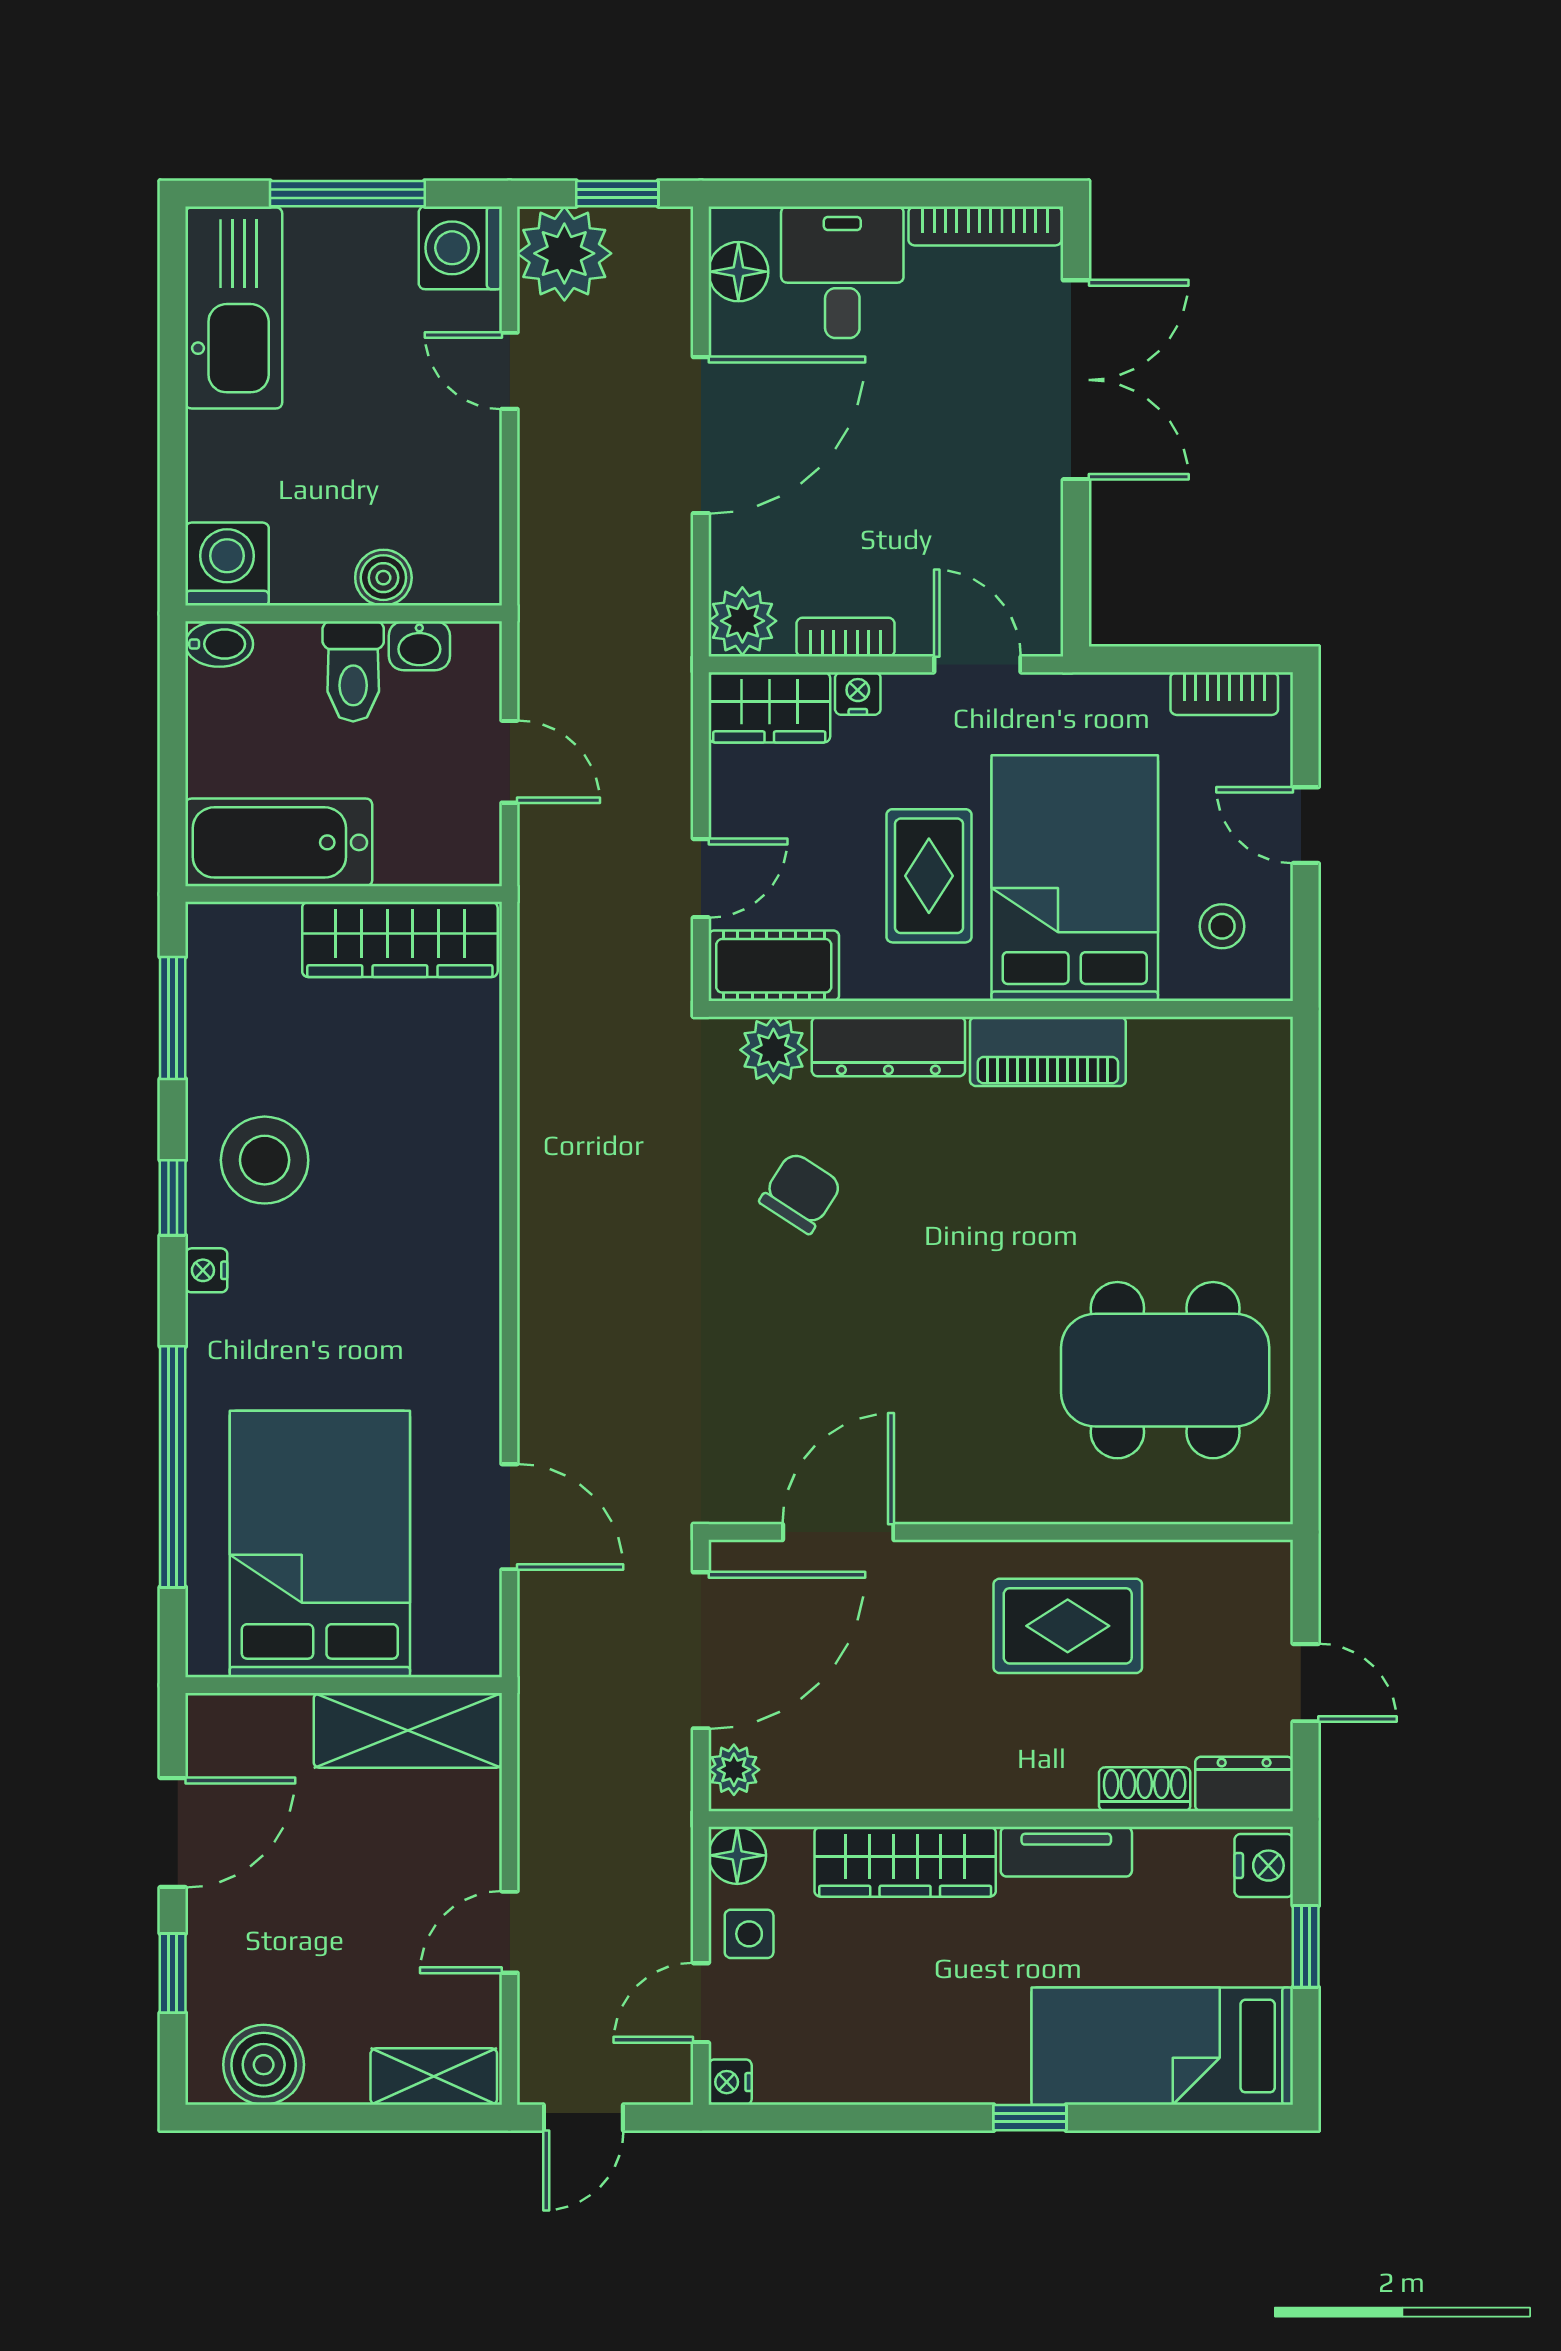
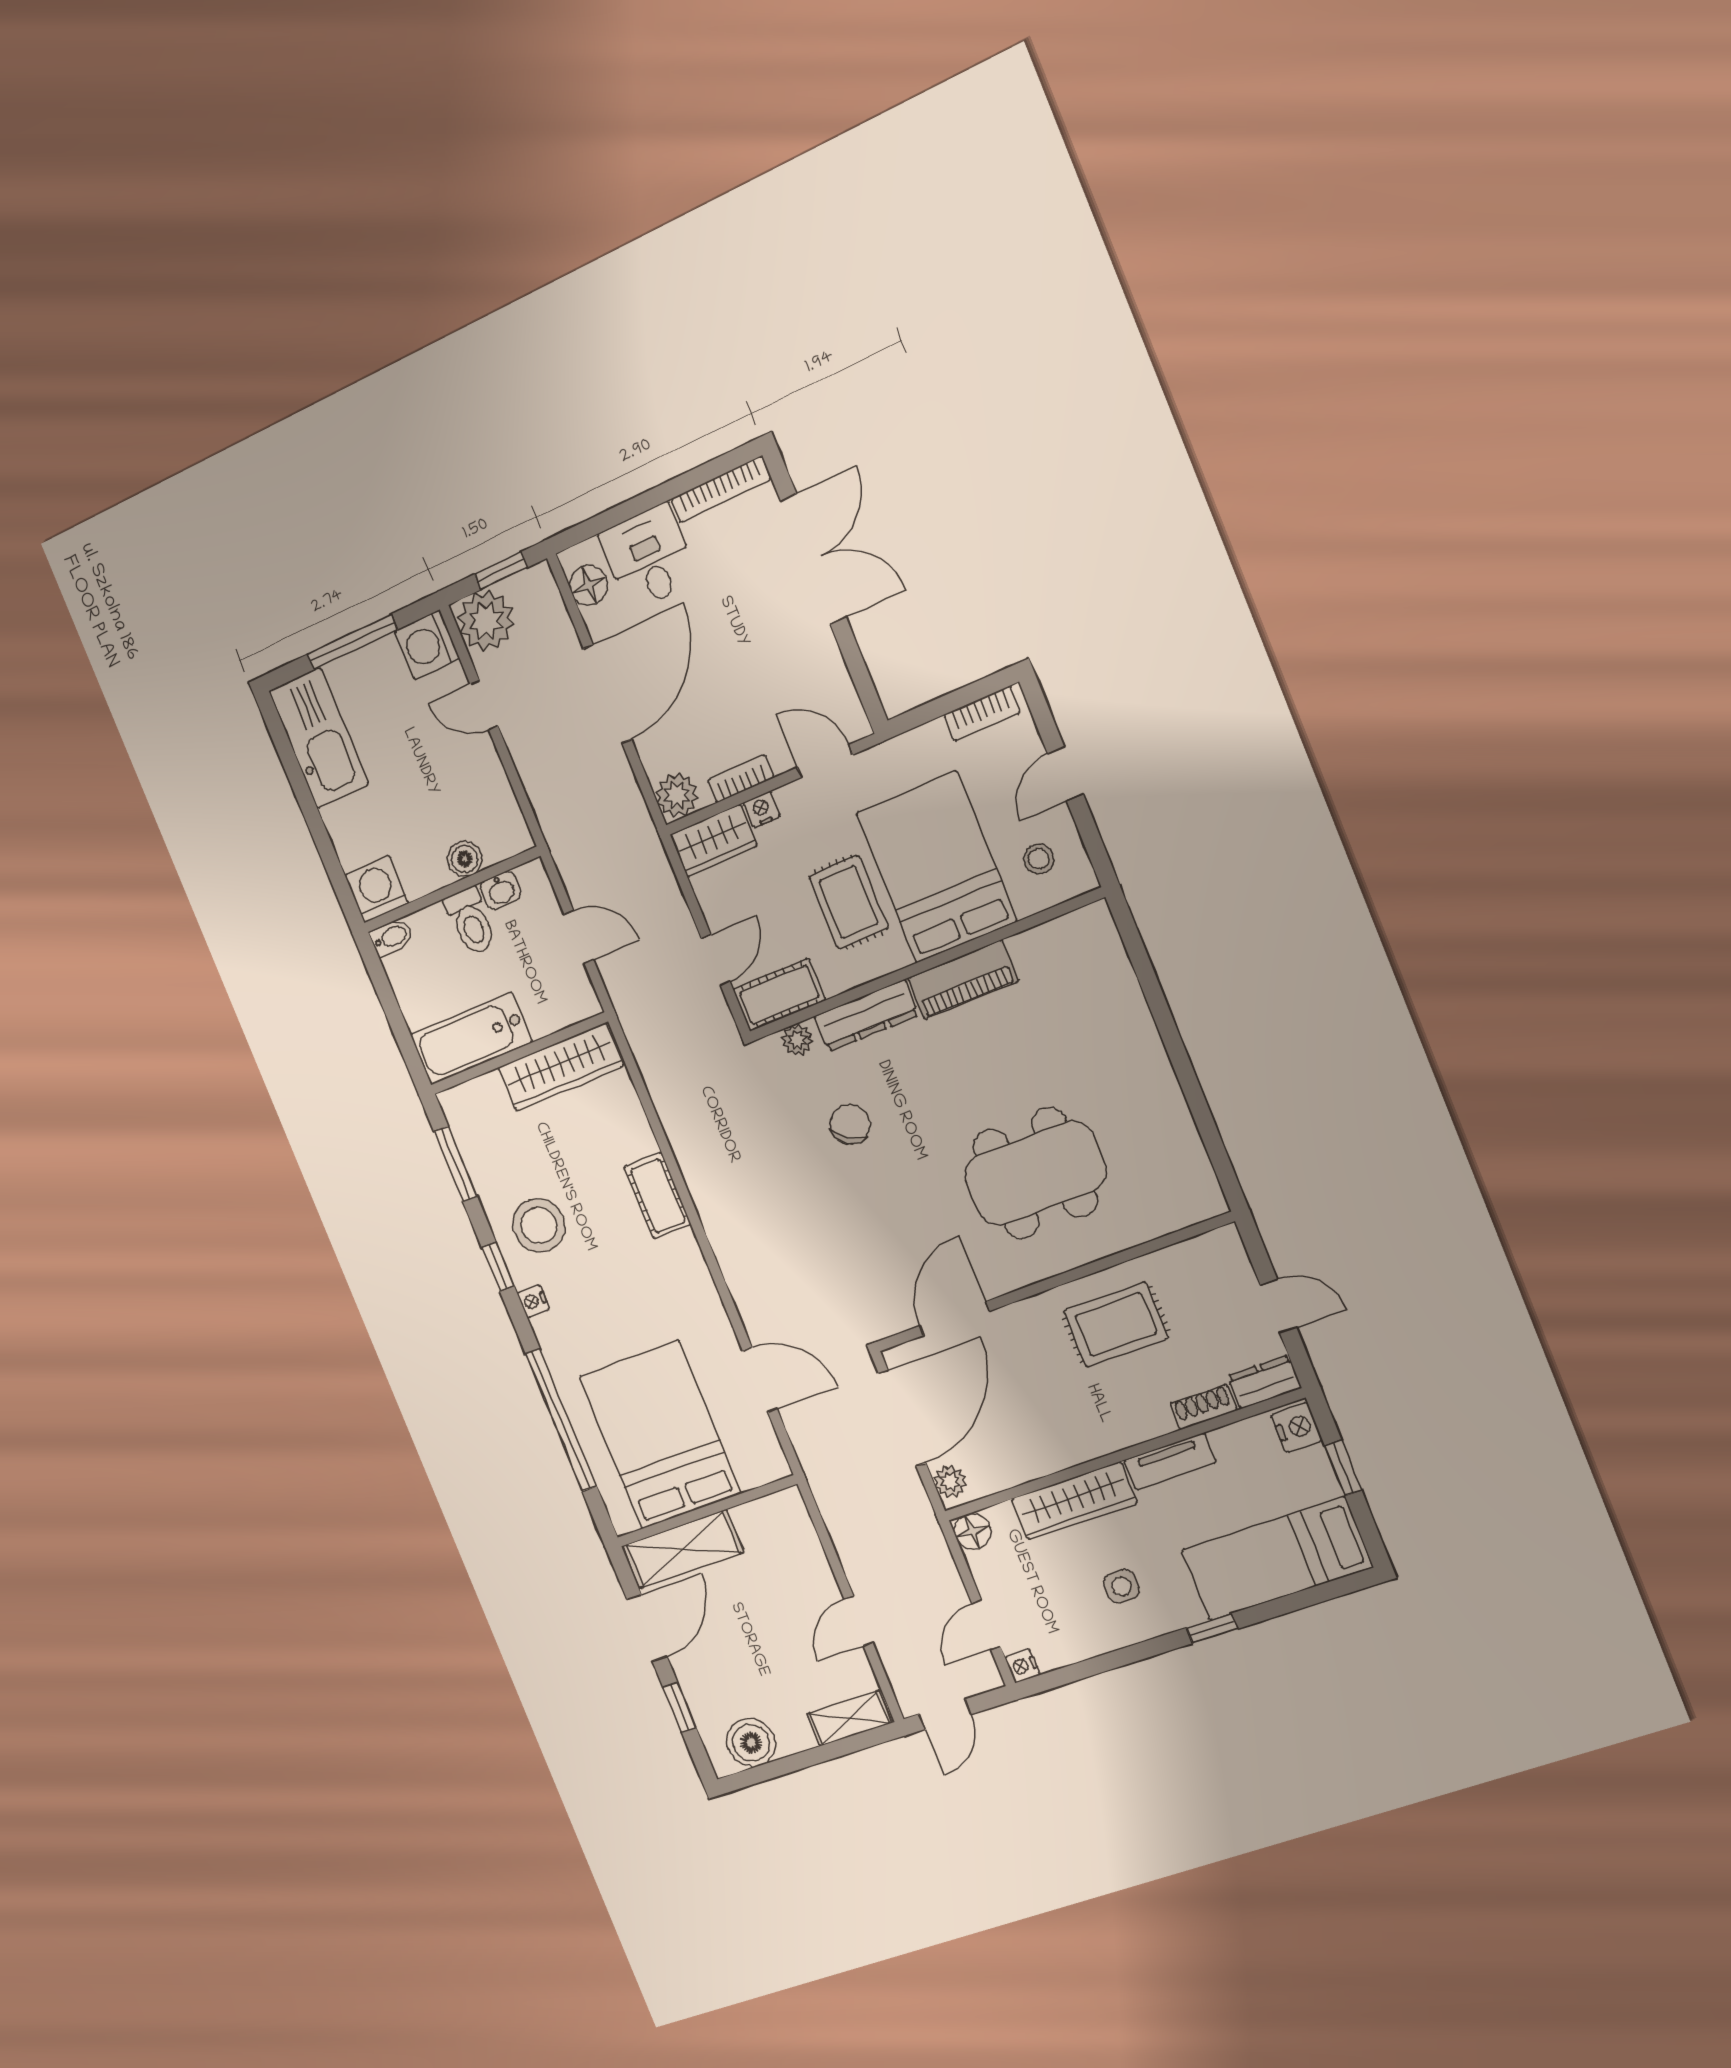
door: (1306, 825) -> (1066, 774), hinge flipped
plant: (773, 1050) -> (797, 1040), width x0.73, depth x0.73
cot: (468, 1186) -> (658, 1196), added
dining table: (1165, 1370) -> (1035, 1173), moved
shelving: (408, 1730) -> (683, 1549), moved
side table: (749, 1934) -> (1121, 1586), moved

